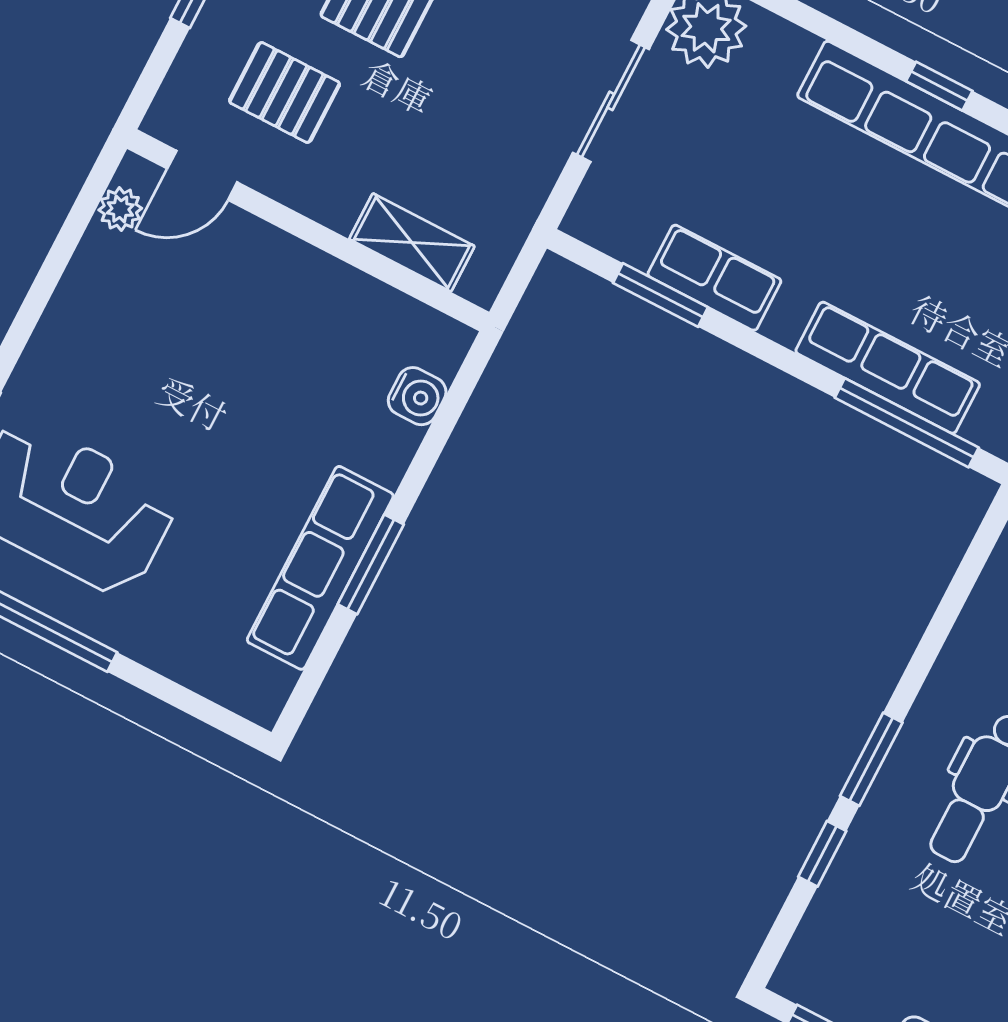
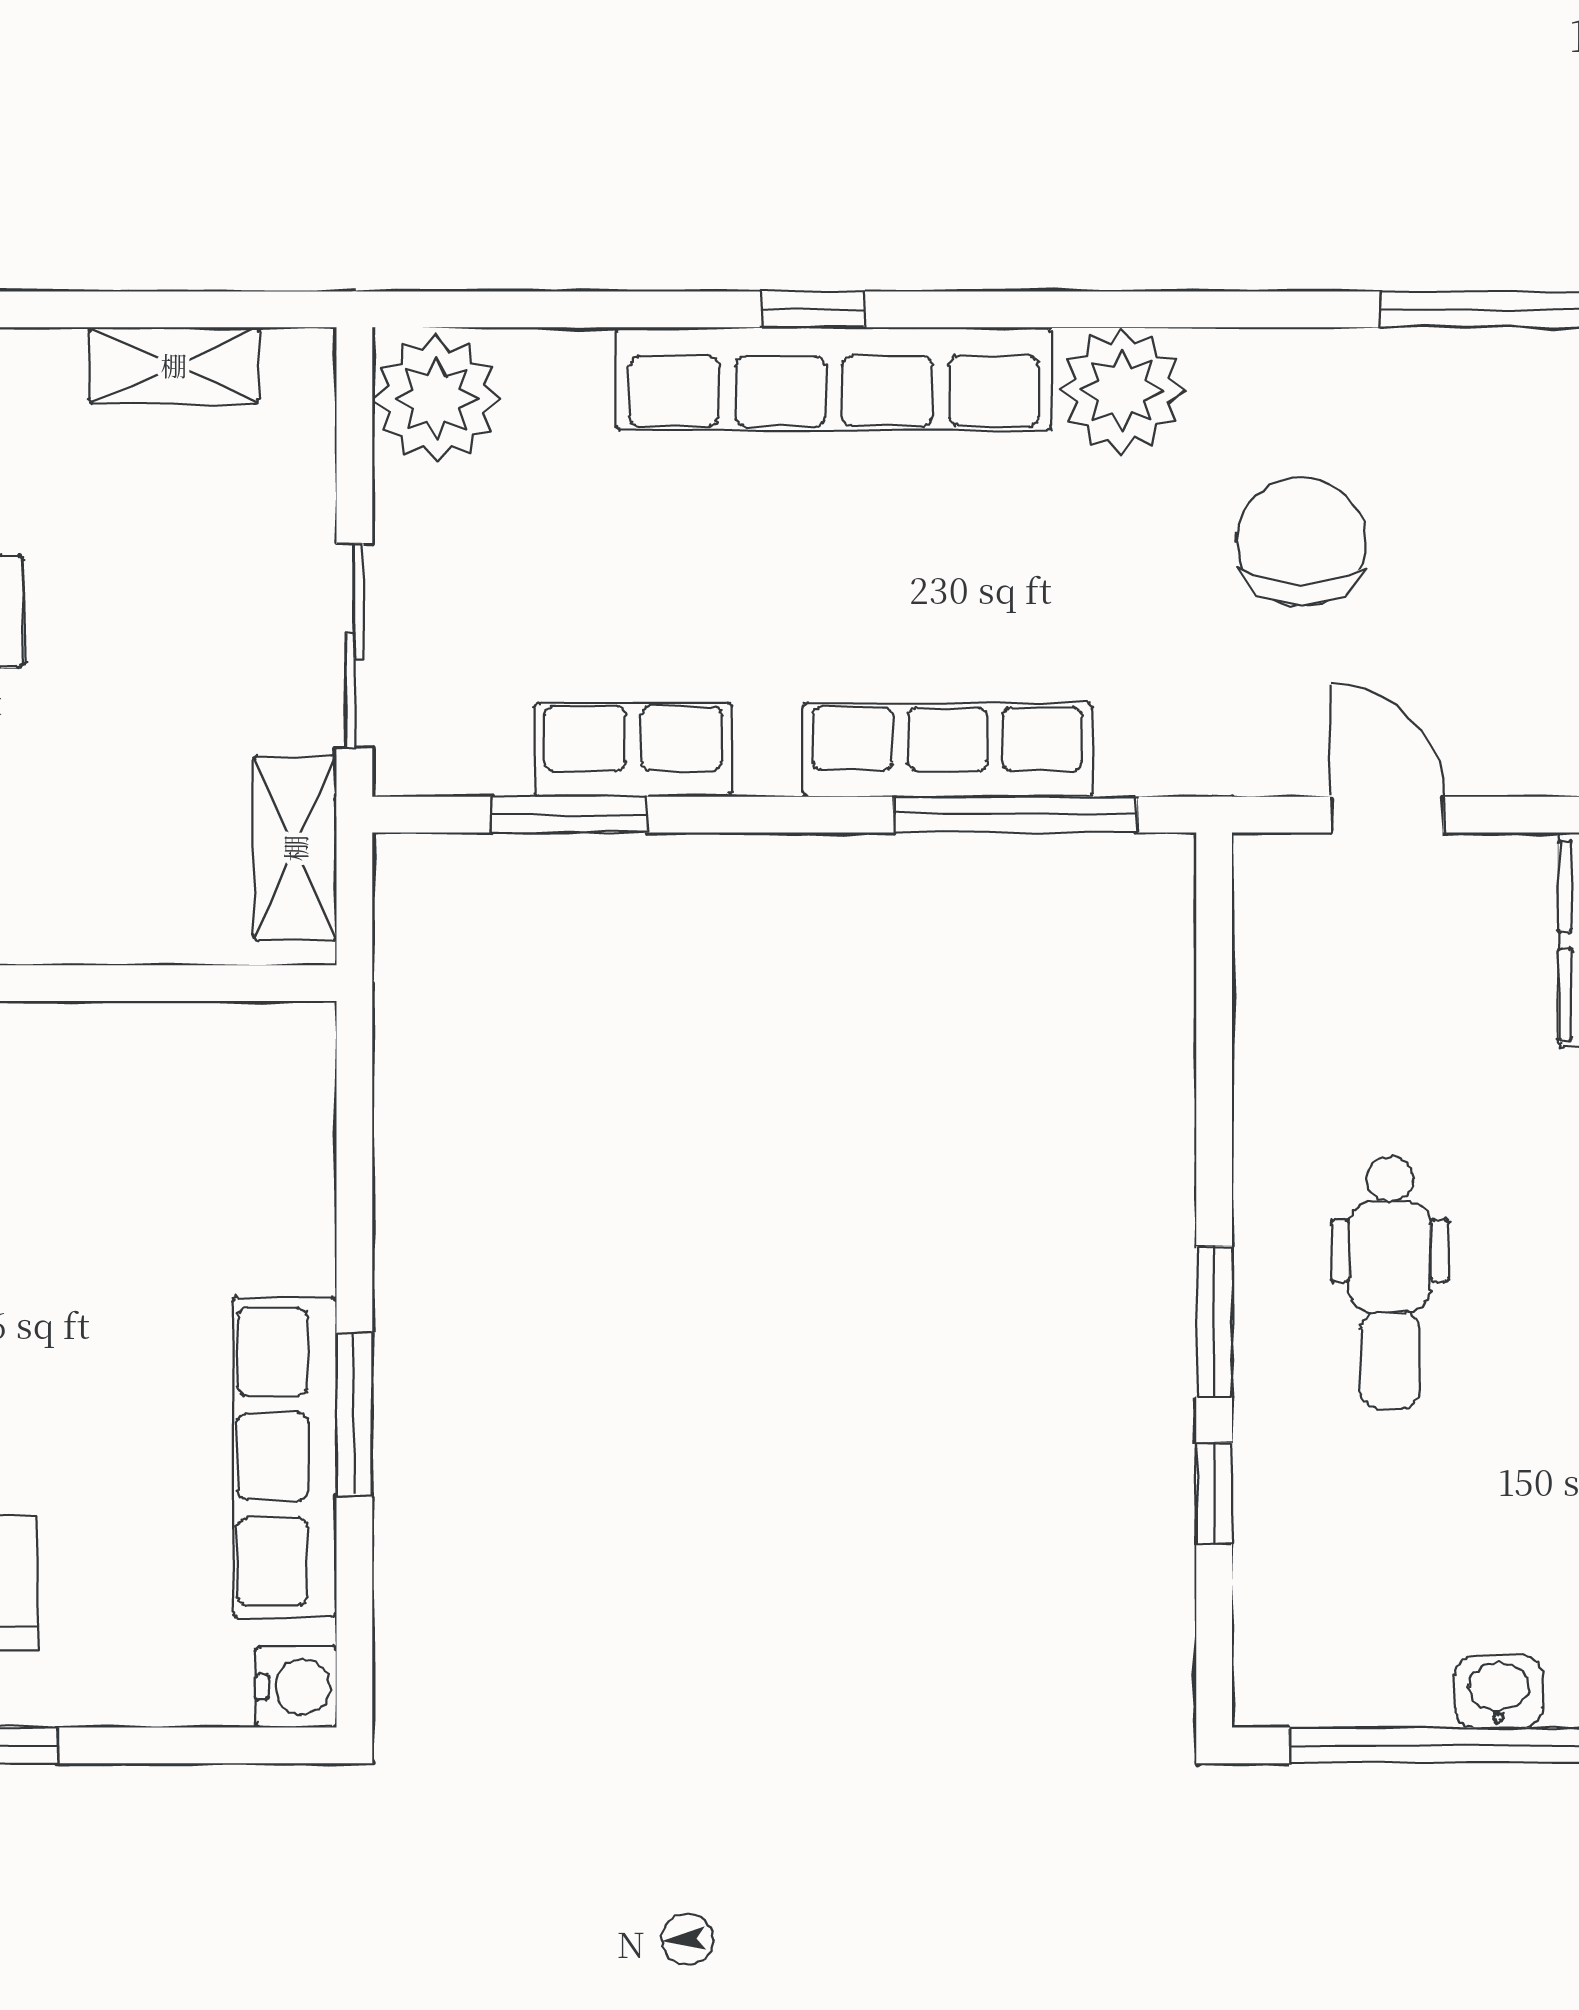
sliding door: (611, 101) -> (354, 646), moved
shelving: (412, 243) -> (295, 848), moved, turned 90
water cooler: (417, 396) -> (296, 1687), moved

